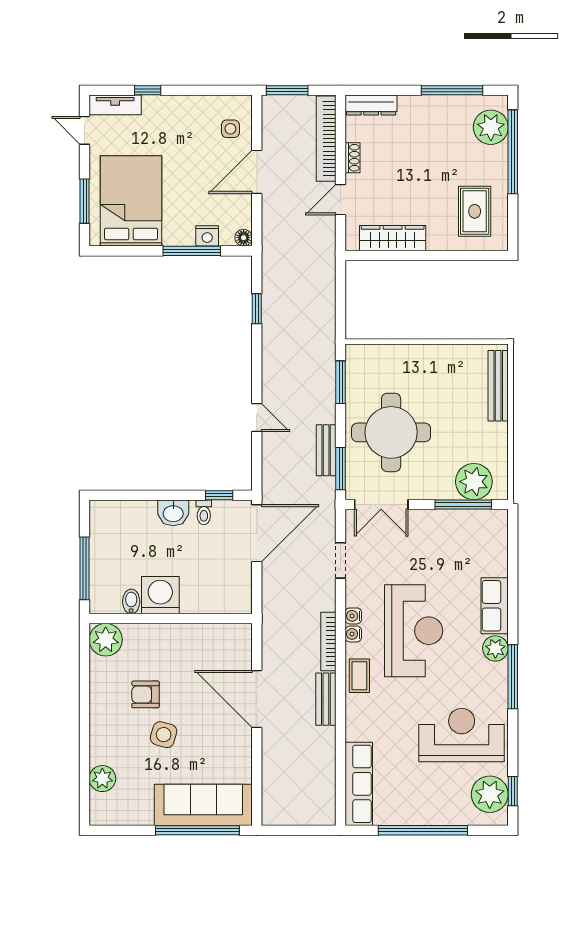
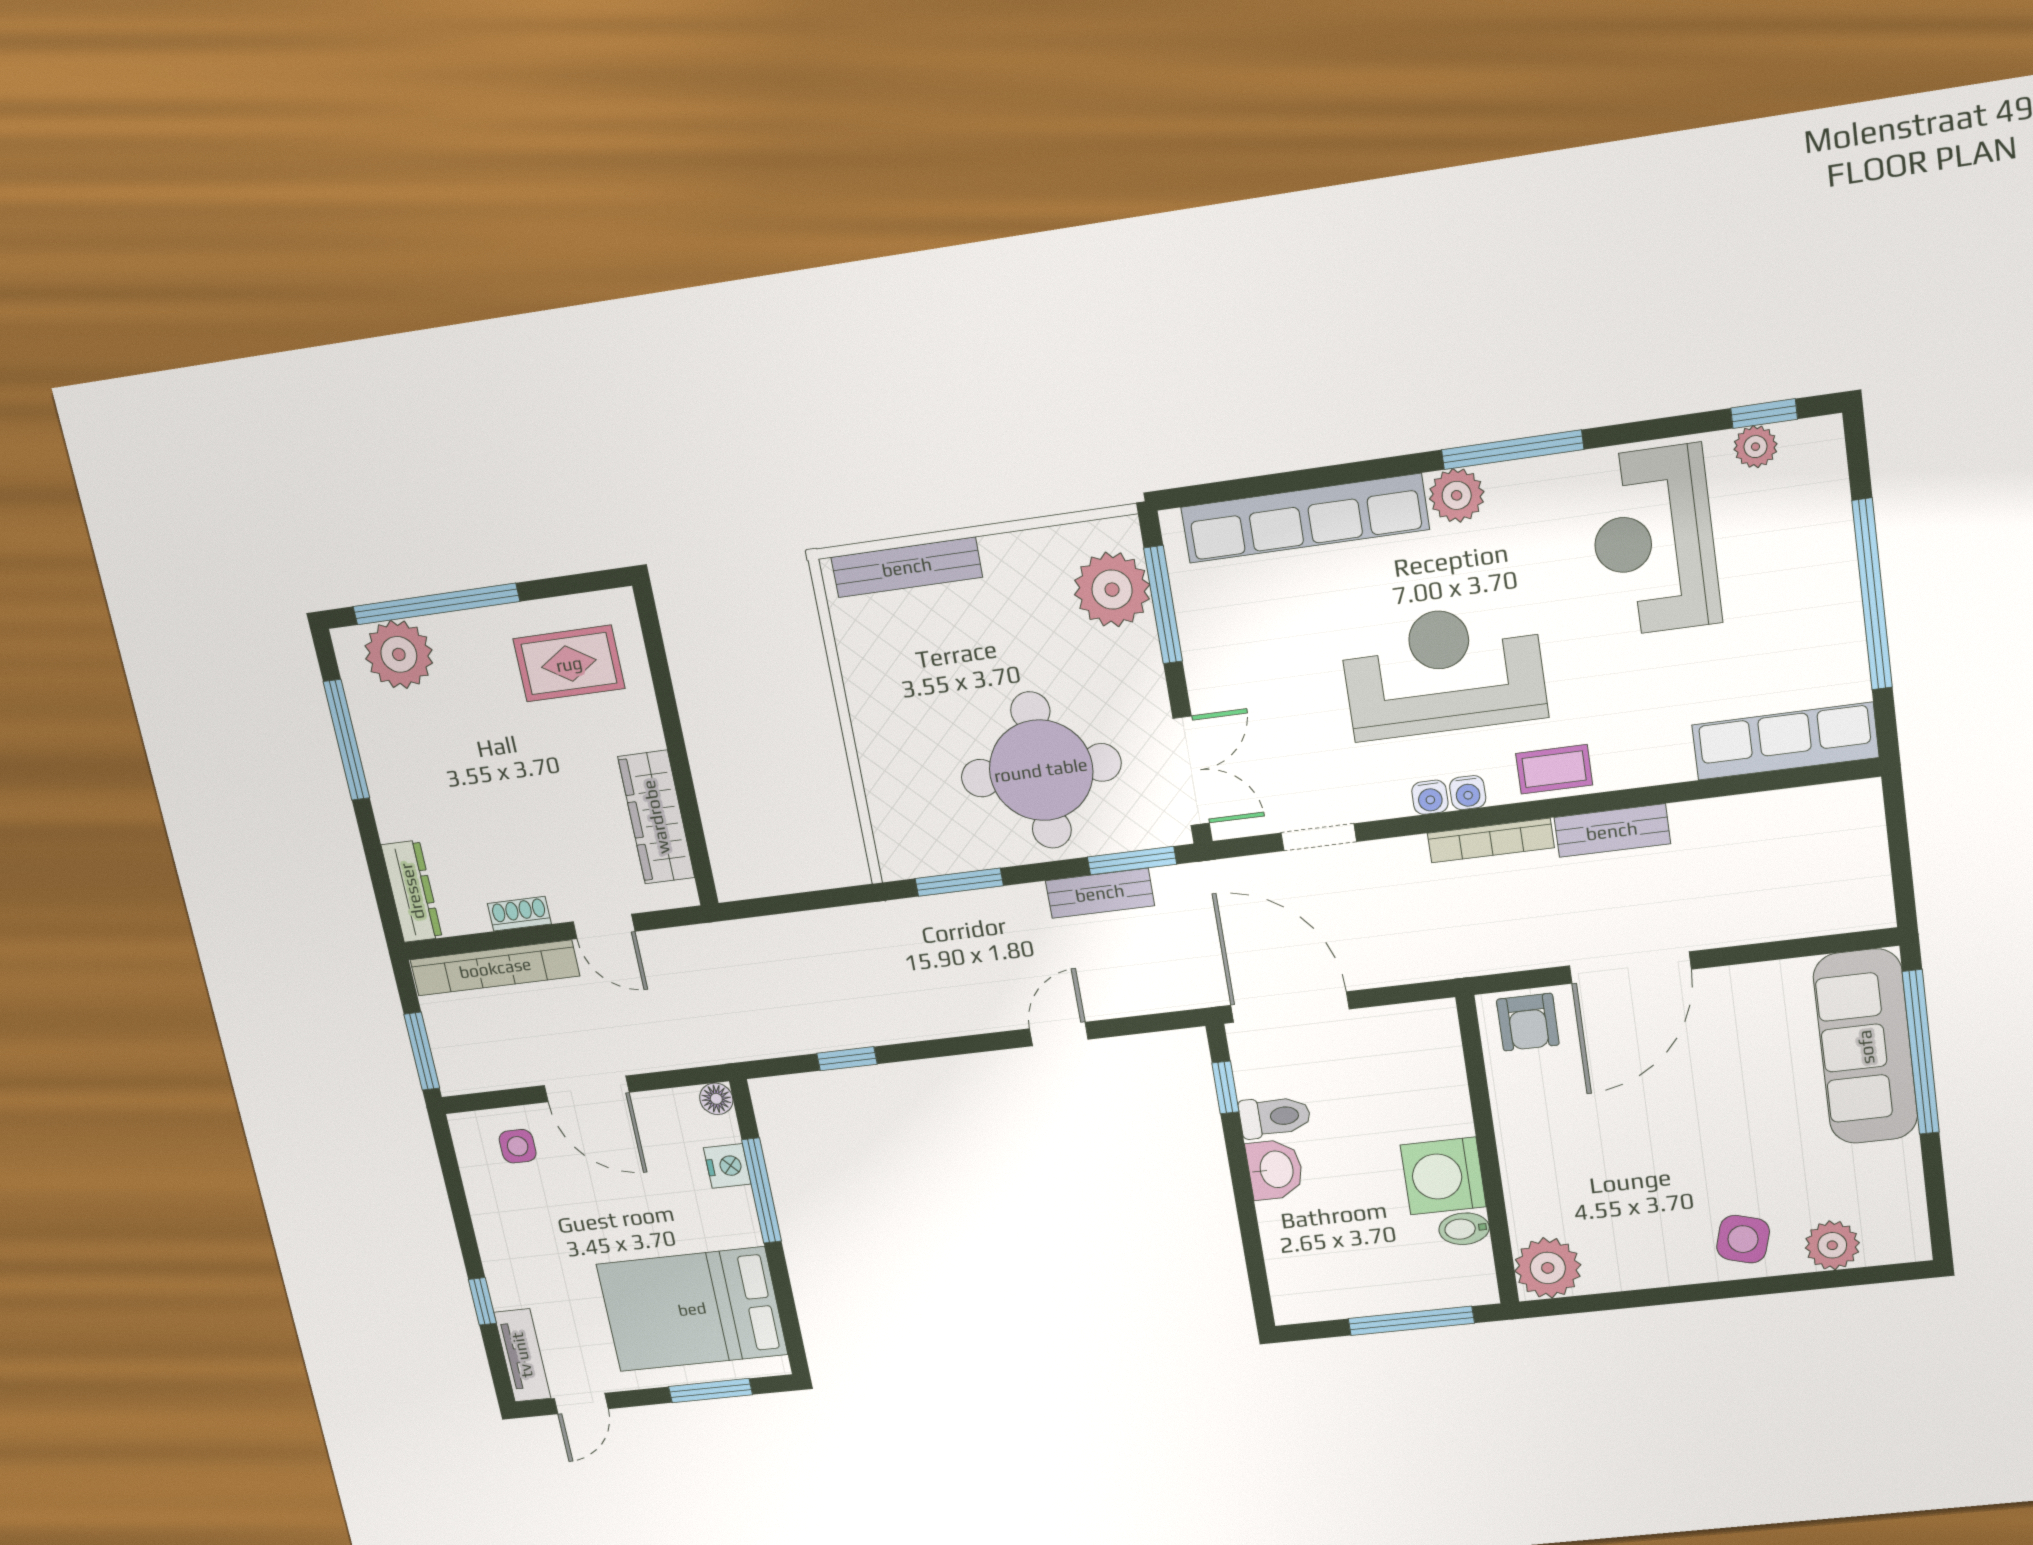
toilet: (204, 512) -> (1275, 1117), width x1.37, depth x1.39
row of seats: (495, 606) -> (1305, 518), width x2.02
armchair: (145, 694) -> (1528, 1022), moved
side table: (164, 735) -> (1743, 1239), moved
plant: (490, 794) -> (1755, 447), width x0.53, depth x0.53

